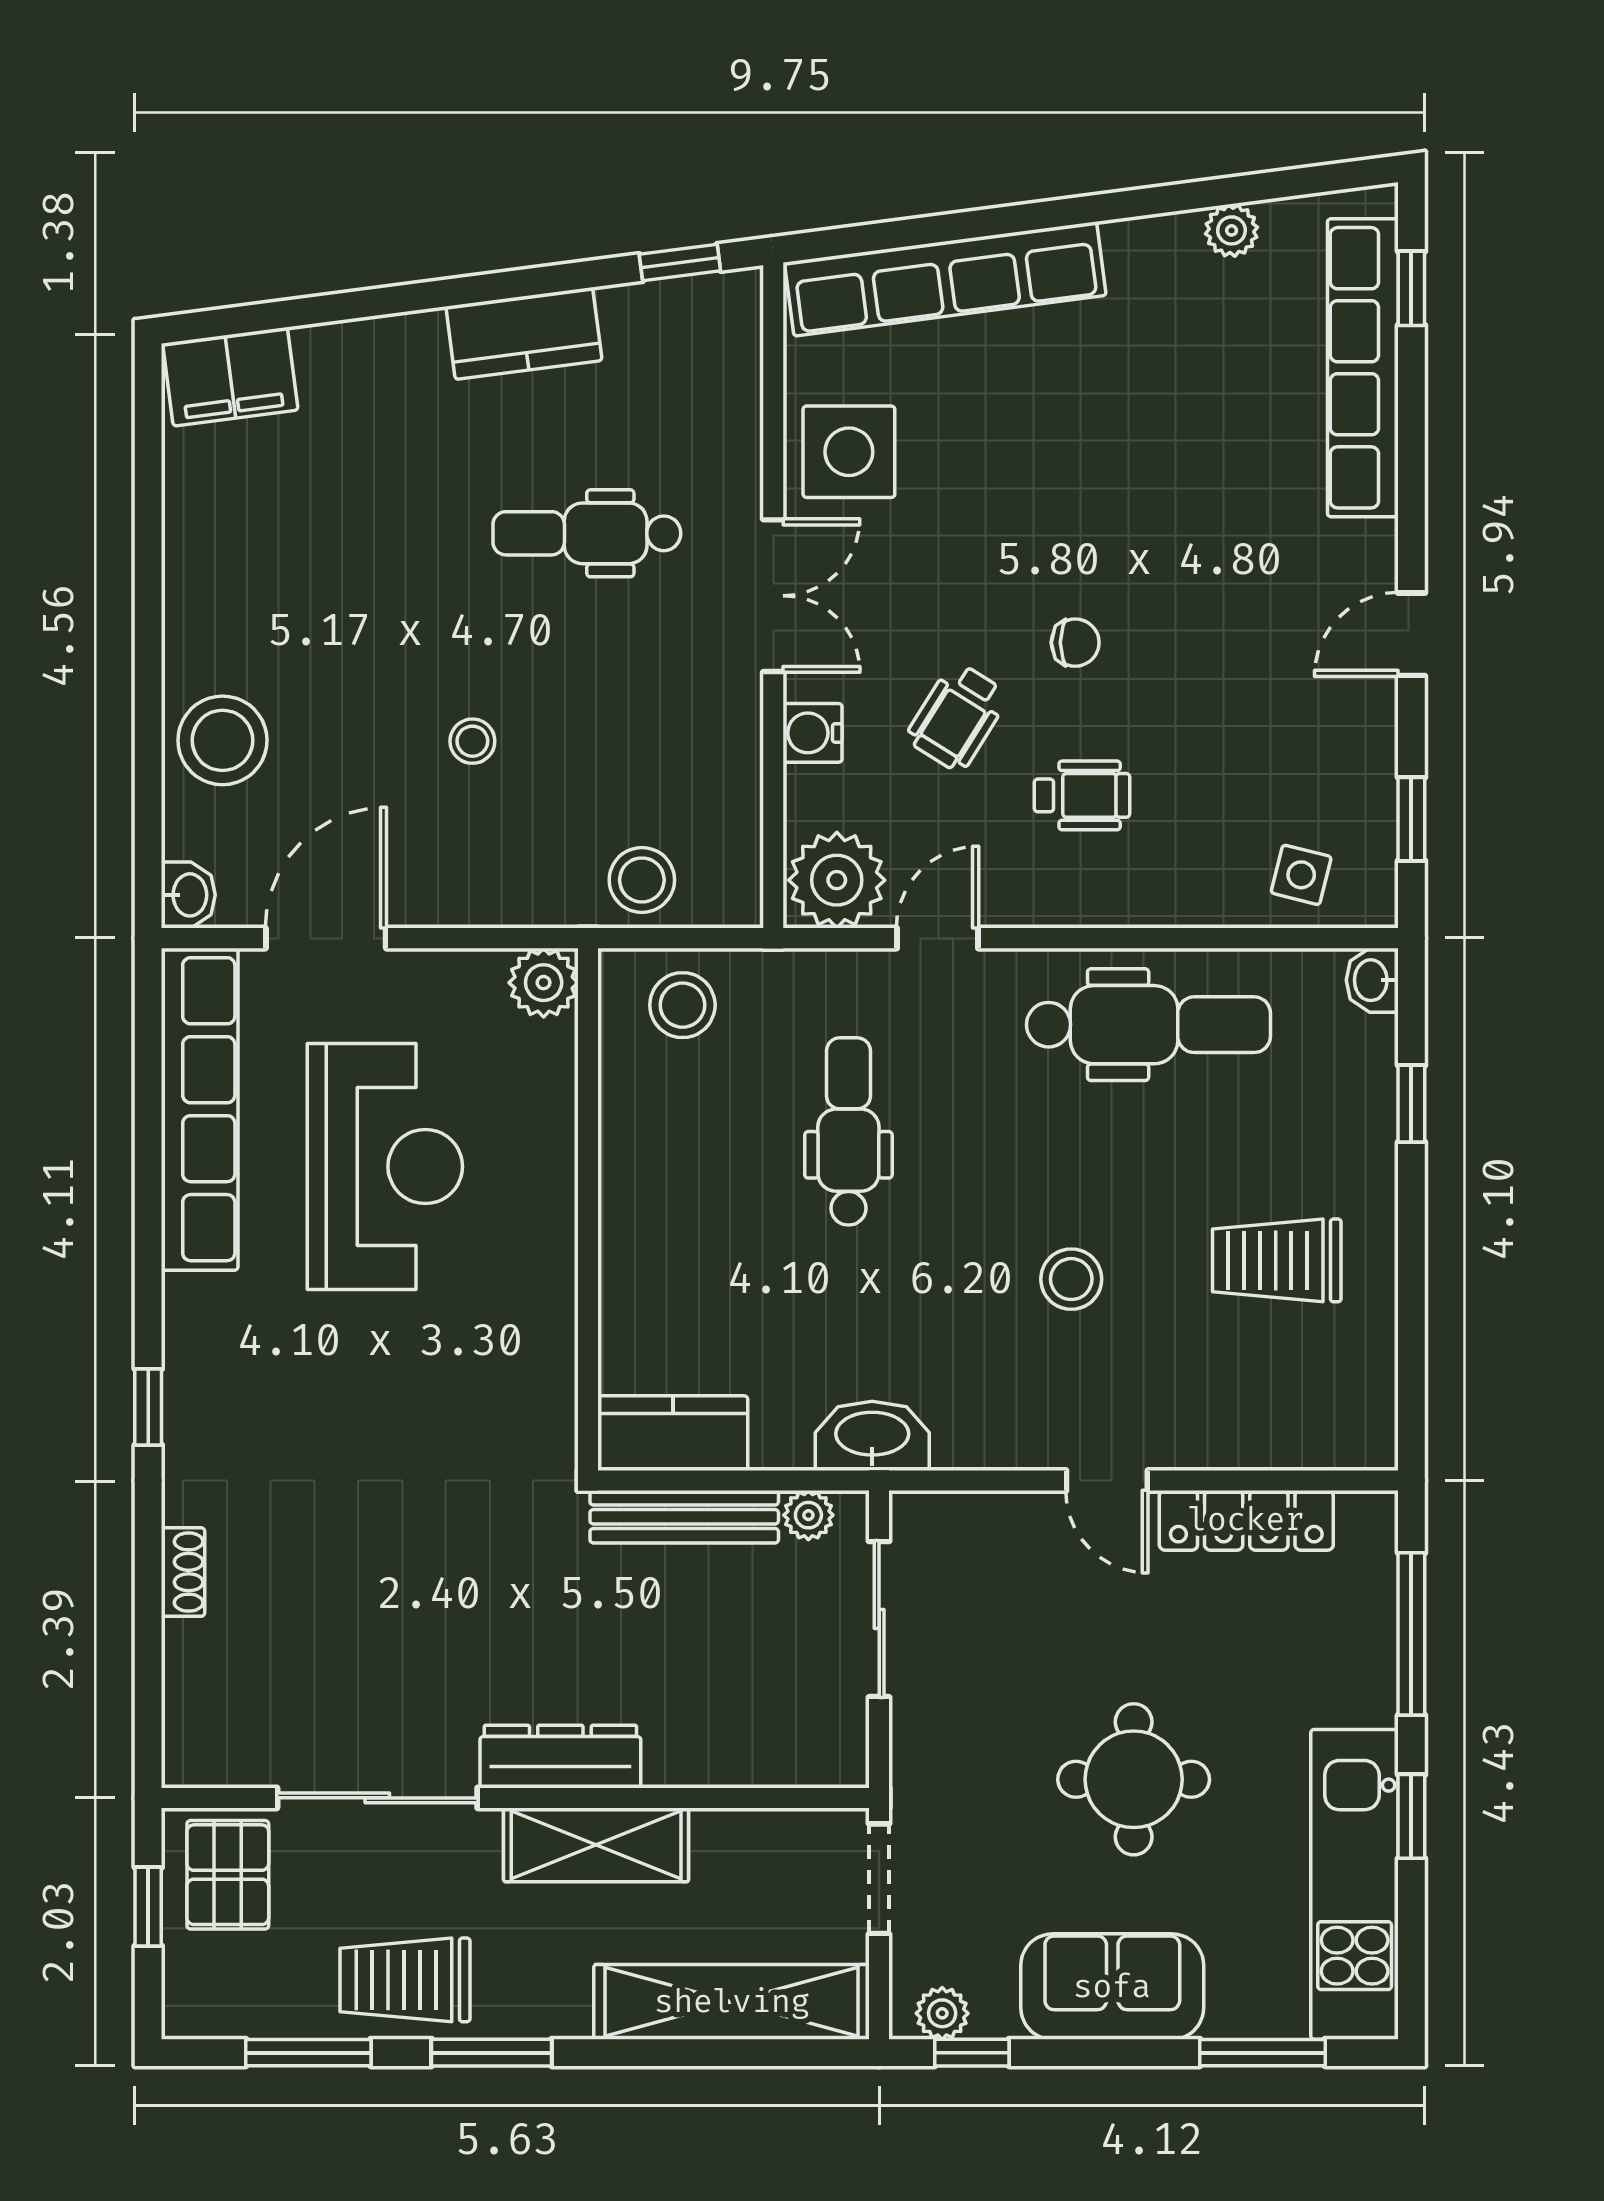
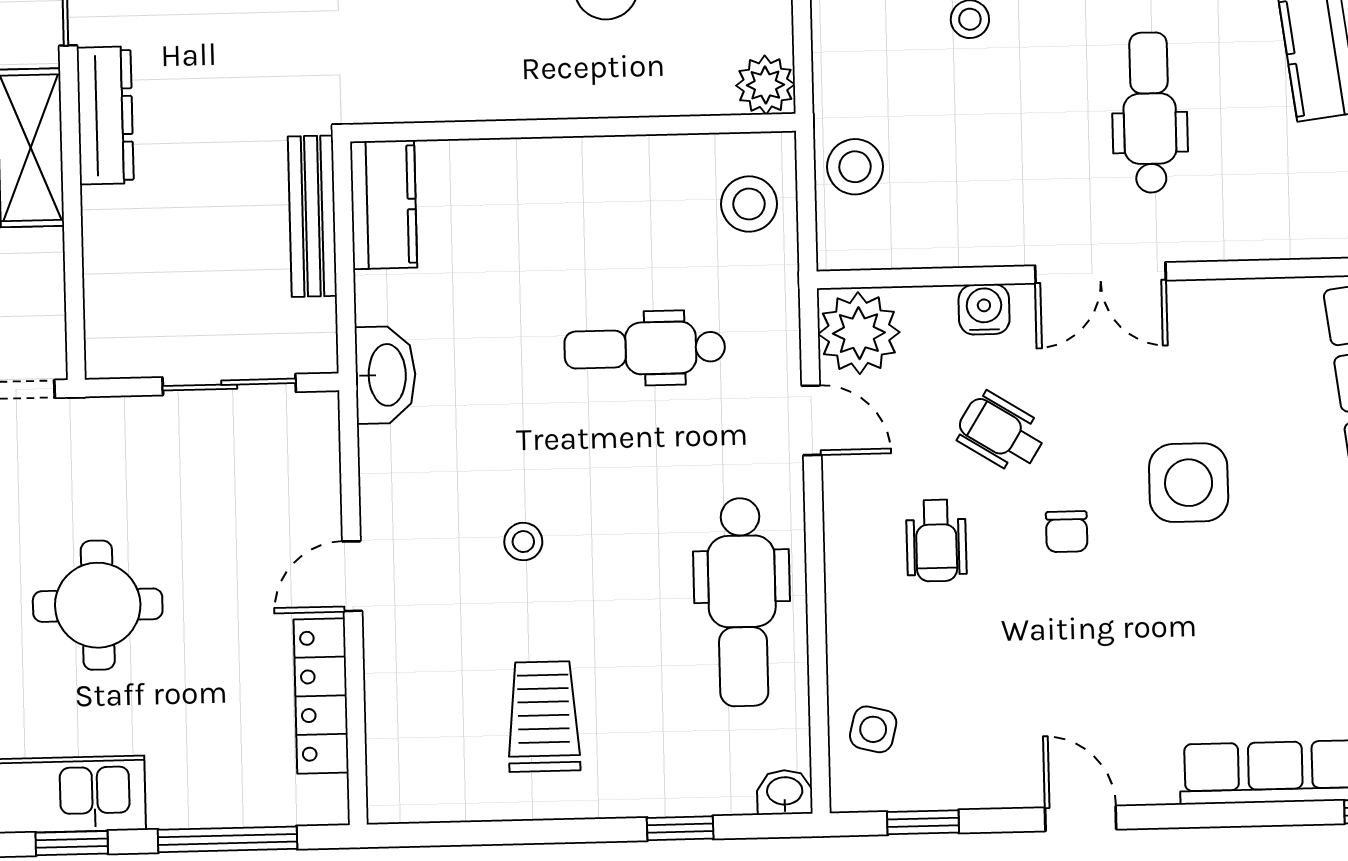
side table: (849, 452) -> (1189, 483), moved
dental chair: (848, 1131) -> (645, 348), turned 180
stool: (1071, 1279) -> (523, 542), width x0.73, depth x0.73
plant: (808, 1515) -> (316, 322), removed

